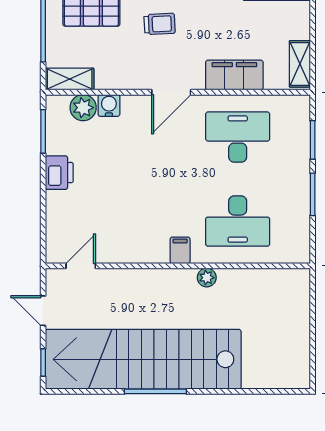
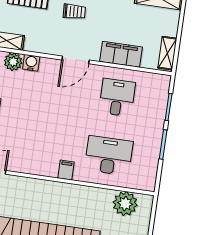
desk: (238, 137) -> (117, 97), width x0.73
desk: (238, 221) -> (109, 156), turned 180
plant: (207, 278) -> (125, 204), moved, width x1.88, depth x1.88

